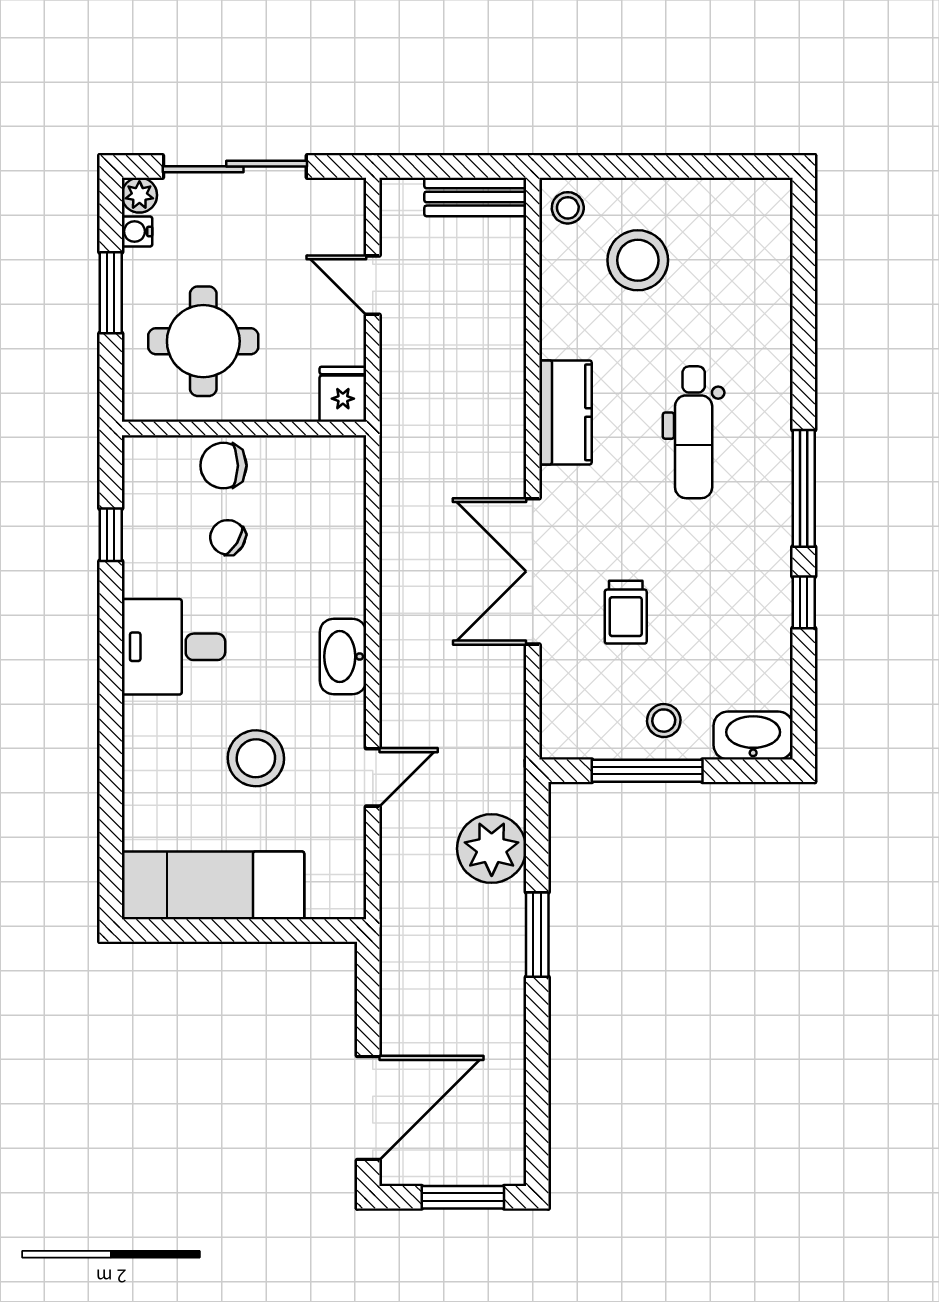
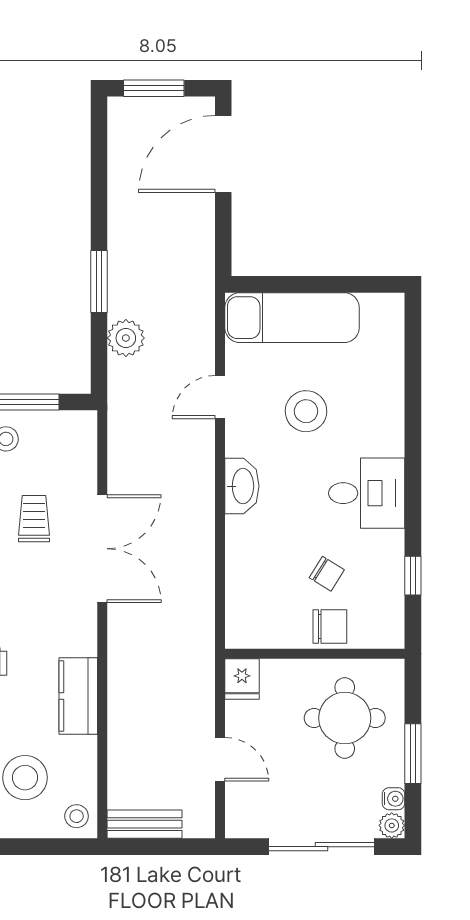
kitchen counter: (565, 412) -> (78, 696), moved
plant: (492, 849) -> (126, 338), width x0.73, depth x0.73
exam couch: (213, 885) -> (292, 318), moved

